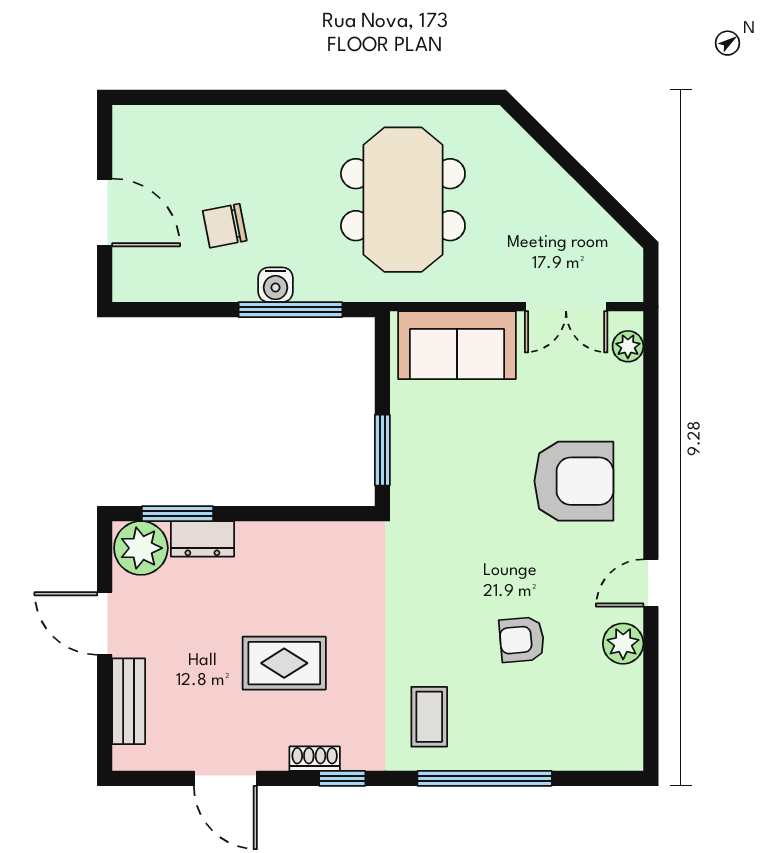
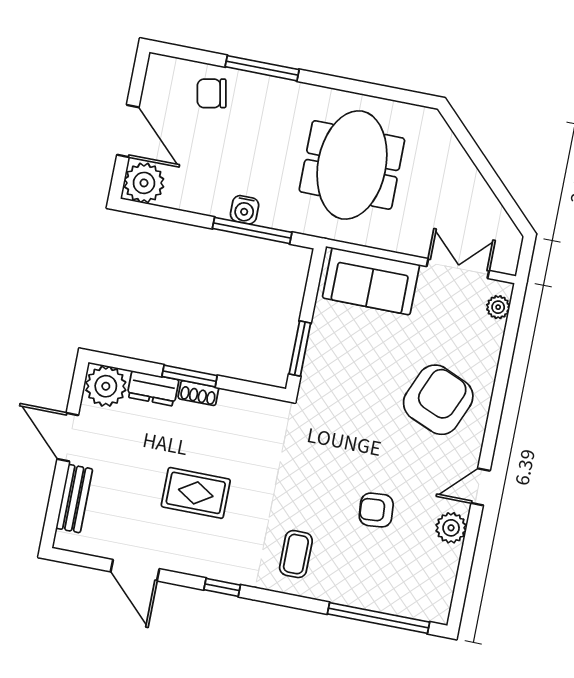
window: (262, 97) -> (262, 68), added
chair: (225, 226) -> (212, 93), moved
plant: (139, 276) -> (144, 183), added
double door: (566, 307) -> (458, 269), swing flipped
armchair: (574, 481) -> (438, 400), turned -67
window: (177, 514) -> (190, 376), moved
shoe rack: (315, 759) -> (198, 393), moved, turned 180
window: (485, 778) -> (378, 618), moved

